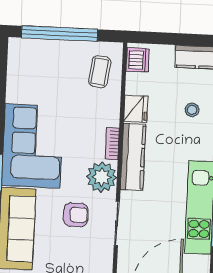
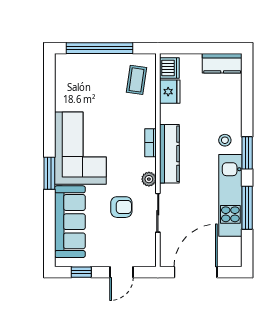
fridge: (136, 109) -> (170, 92), moved
stool: (192, 110) -> (225, 140), moved
plant: (102, 177) -> (149, 179), width x0.53, depth x0.53

